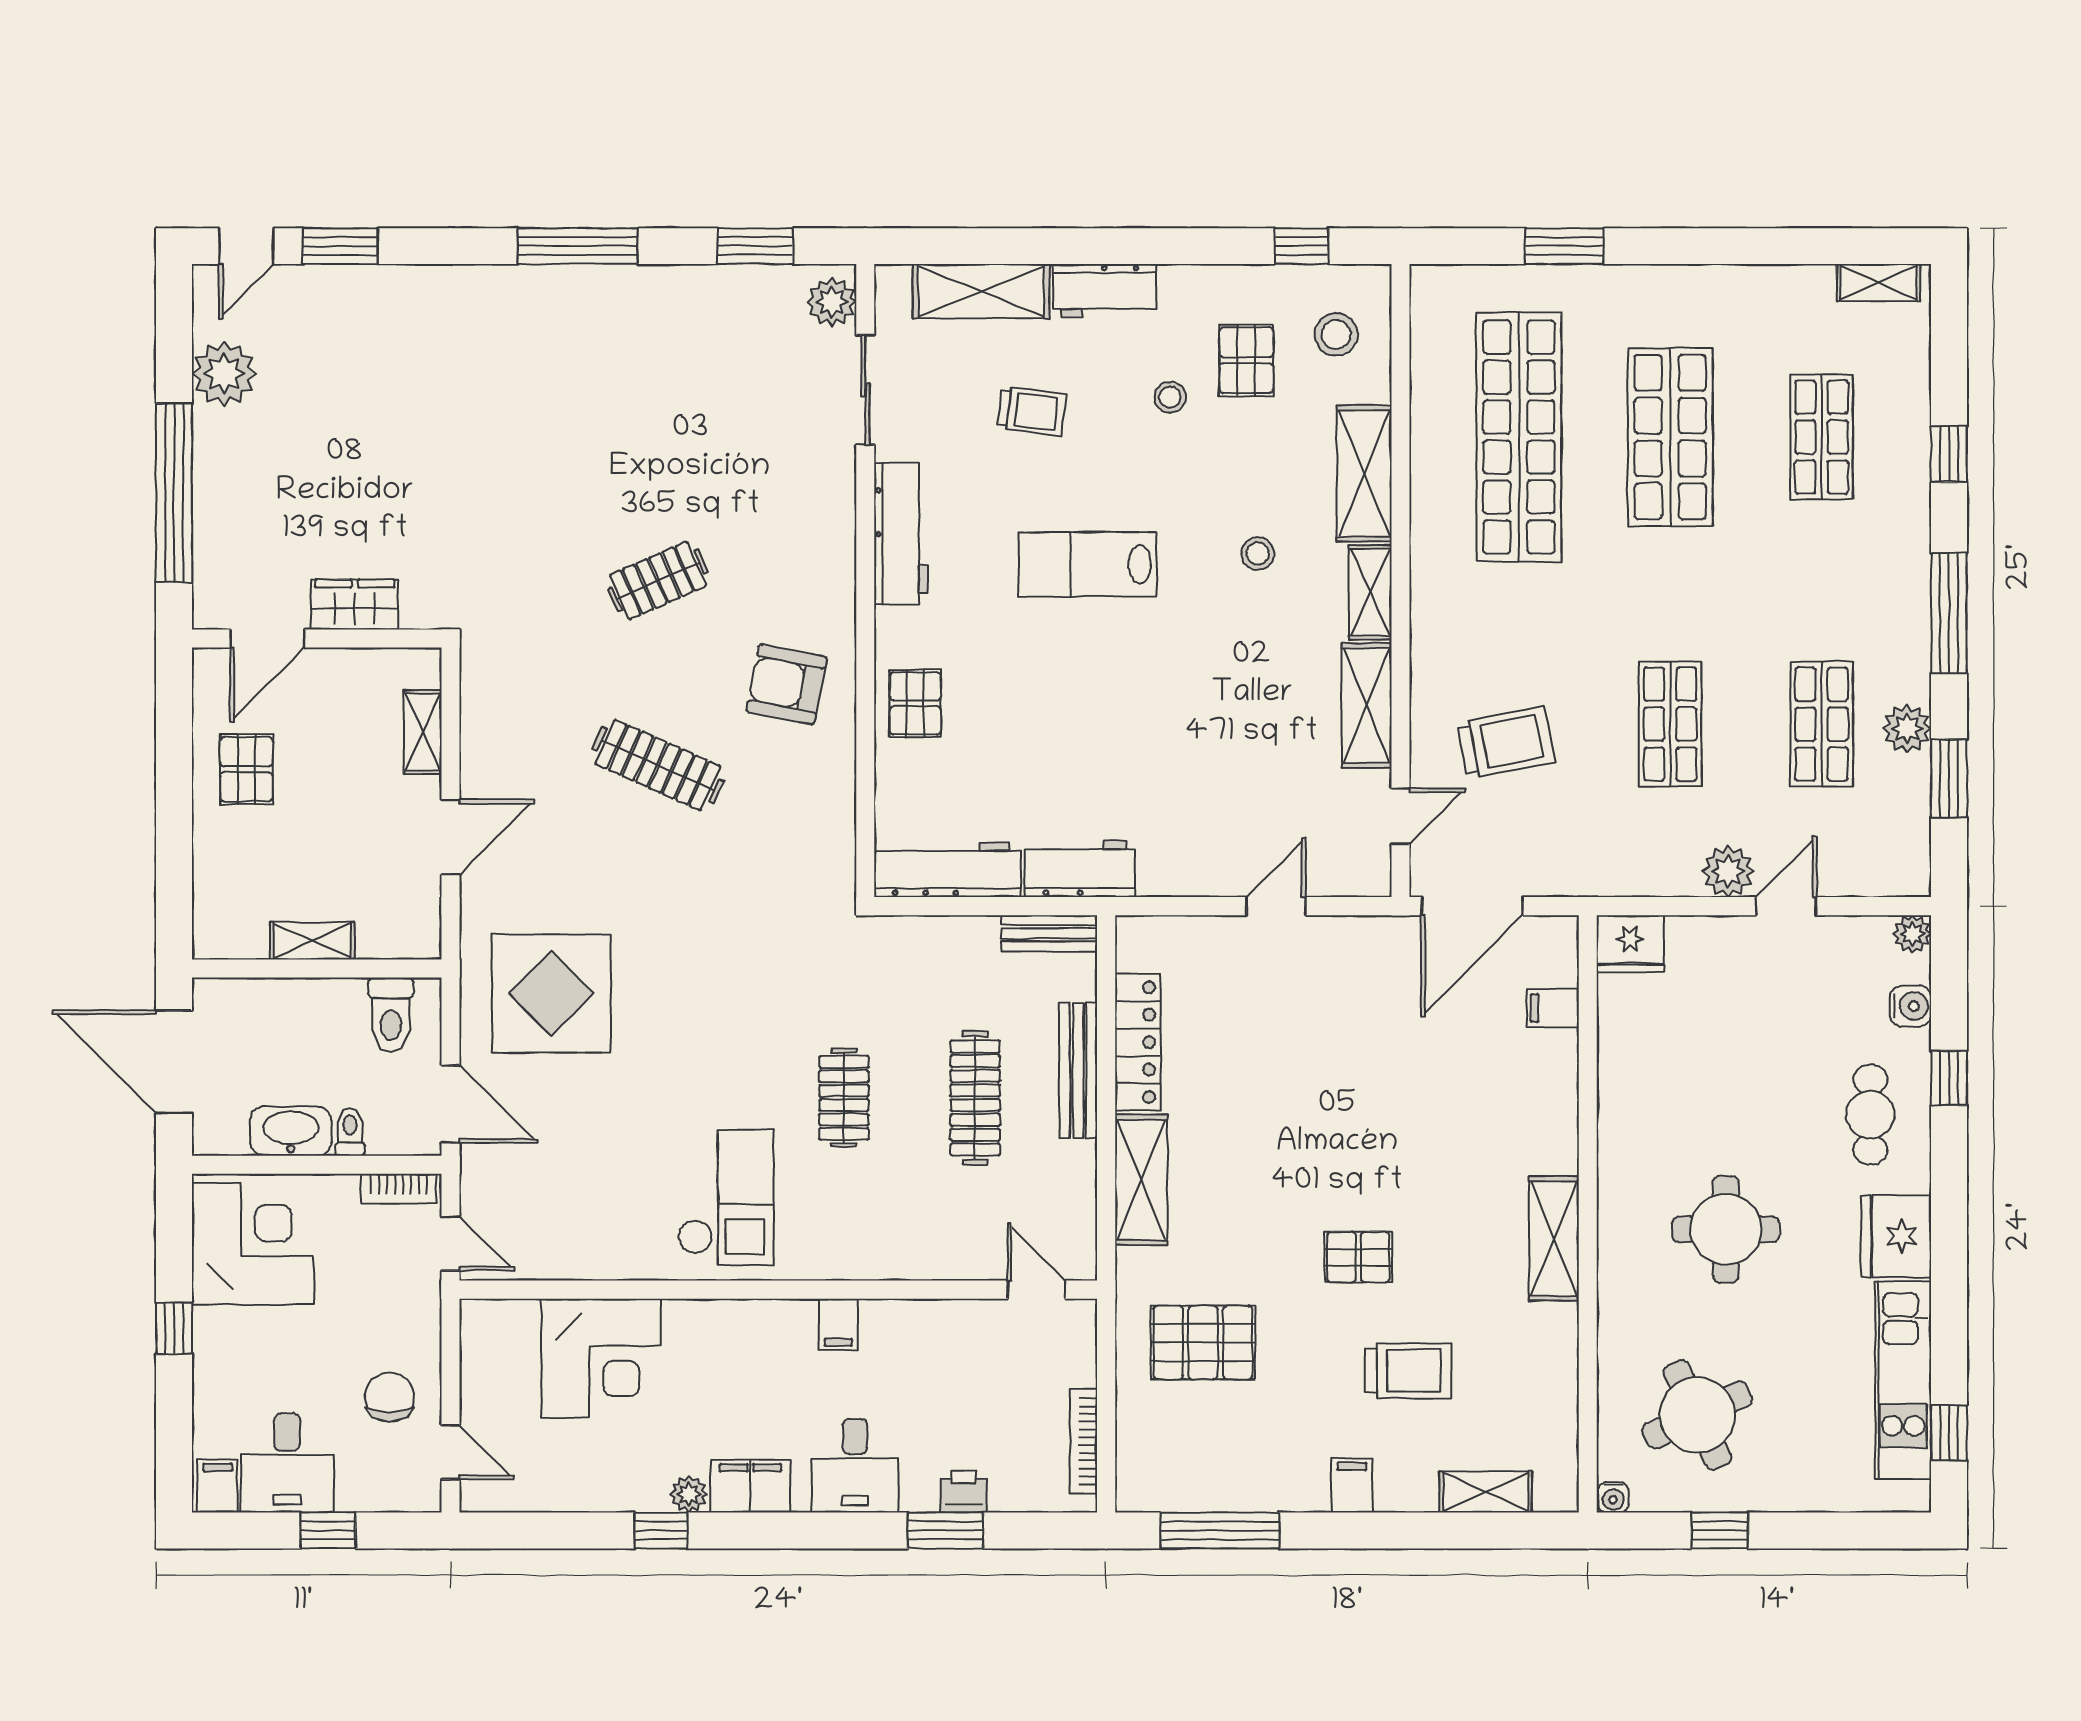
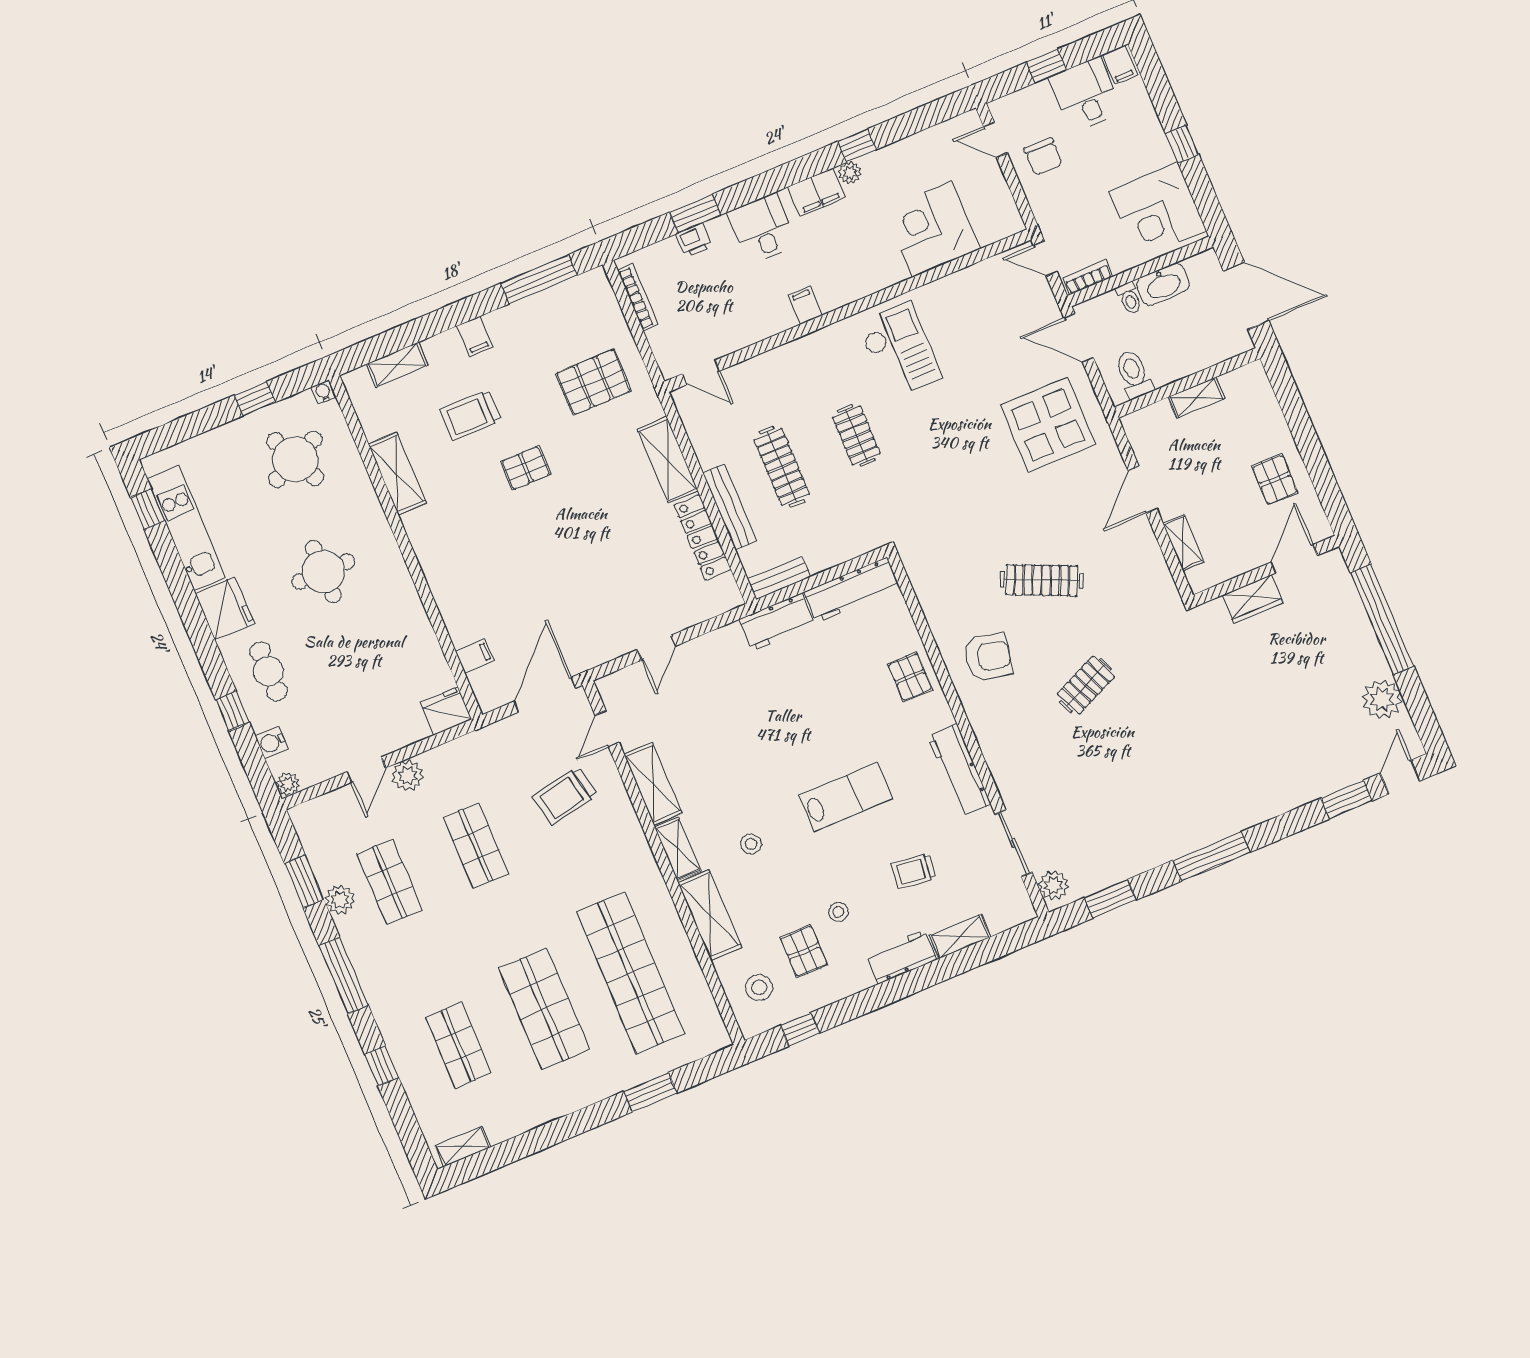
shelving: (981, 291) -> (960, 936), width x0.67, depth x0.75
checkout: (726, 1197) -> (900, 351), turned 180
shelving: (1554, 1239) -> (397, 474), moved

